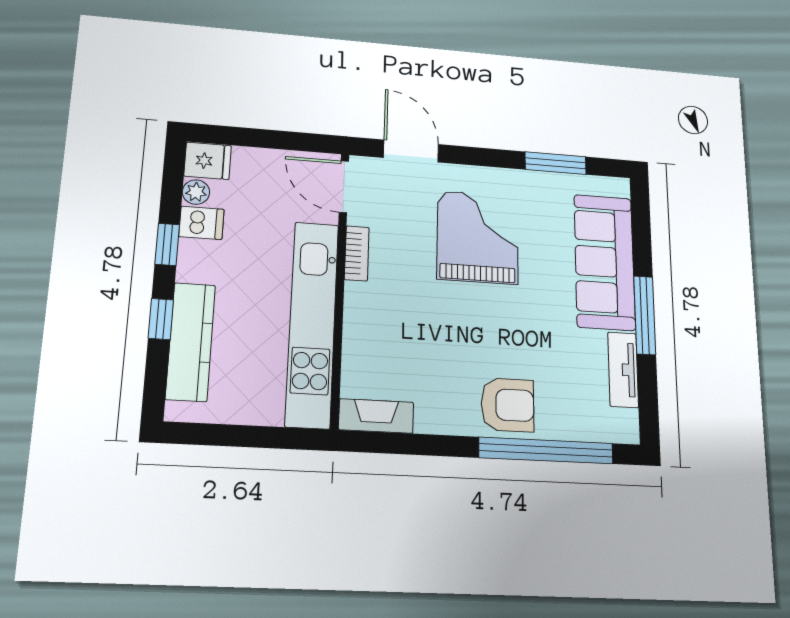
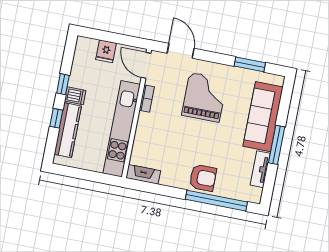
fridge: (208, 161) -> (106, 51), moved, turned 90
plant: (196, 192) -> (79, 61), removed
dishwasher: (201, 223) -> (75, 96), moved

